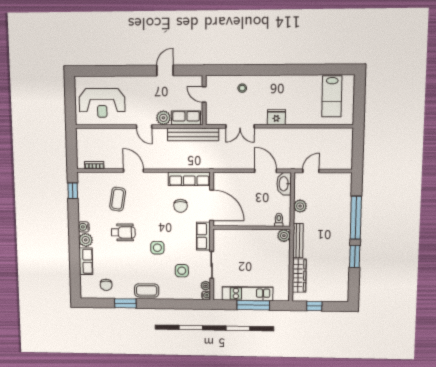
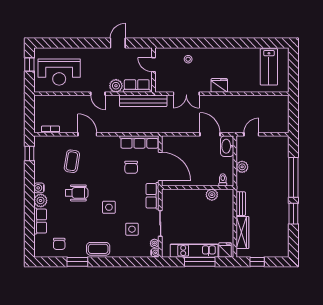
window: (70, 95) -> (29, 64), added
plant: (284, 236) -> (212, 195), moved
bench: (298, 241) -> (241, 204), width x0.73
fridge: (280, 293) -> (225, 250), added

